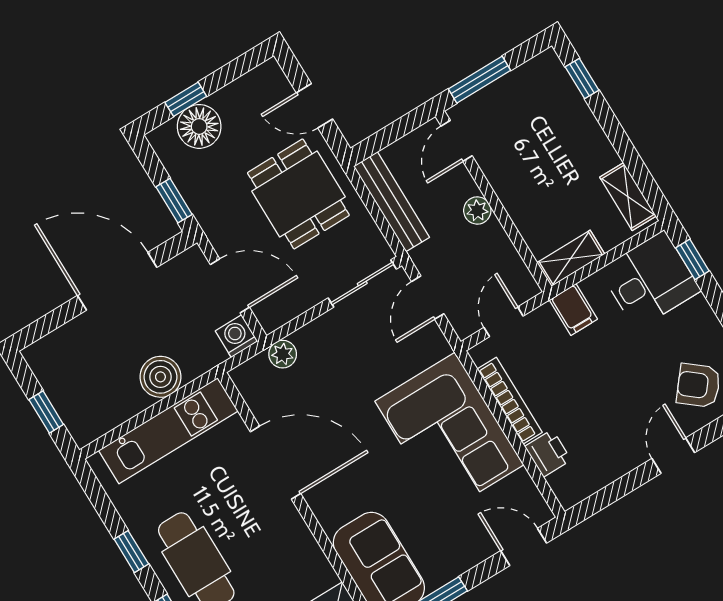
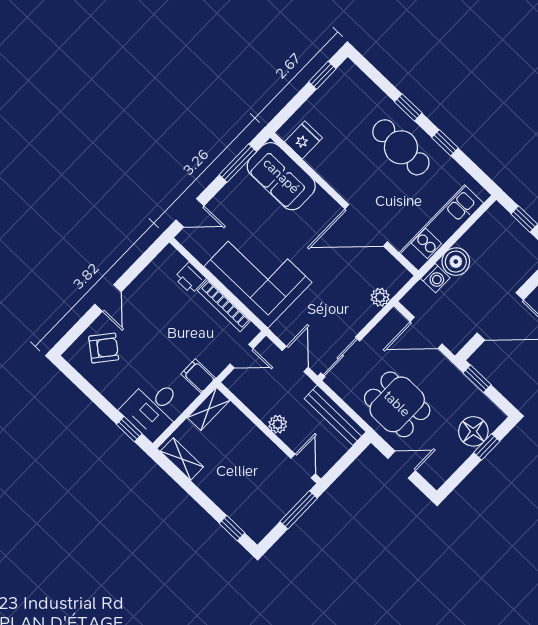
door: (504, 322) -> (242, 356), hinge flipped
washing machine: (236, 336) -> (435, 278), moved

